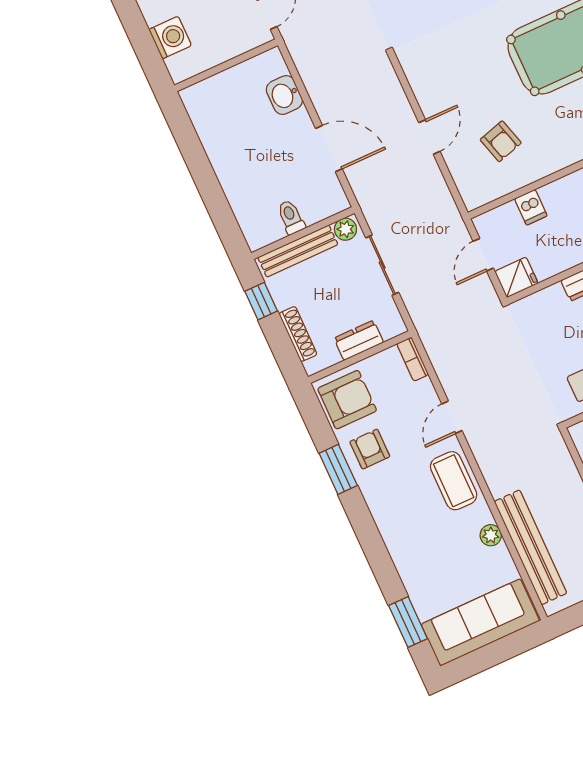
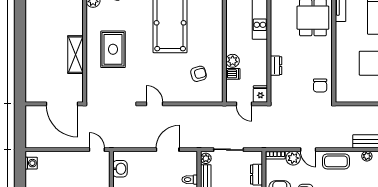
washbasin: (284, 95) -> (120, 169), moved, turned -90
door: (429, 137) -> (154, 104), moved
plant: (555, 195) -> (233, 61), added
plant: (422, 396) -> (293, 158), added

